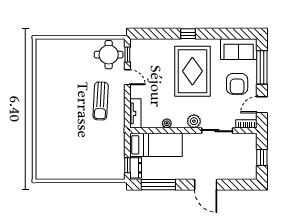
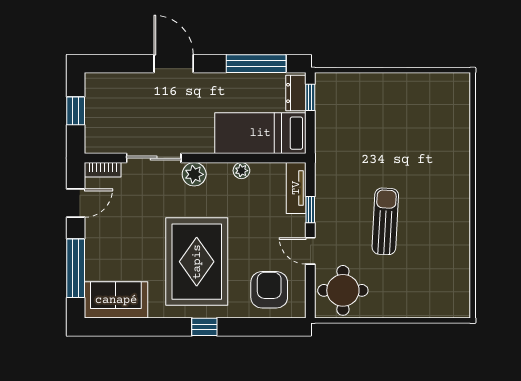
window: (127, 55) -> (310, 210), moved
armchair: (237, 84) -> (269, 290), moved
sun lounger: (101, 101) -> (385, 221), moved

